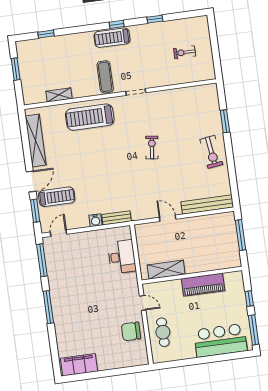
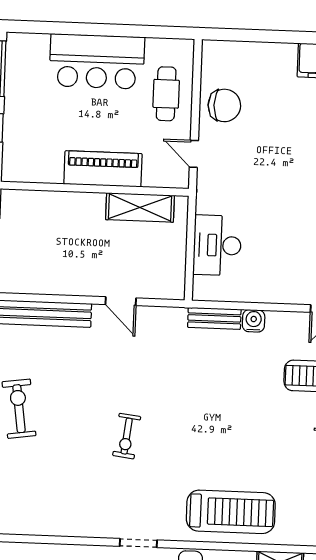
piano: (203, 285) -> (103, 169), moved
bar counter: (220, 340) -> (97, 61), moved

